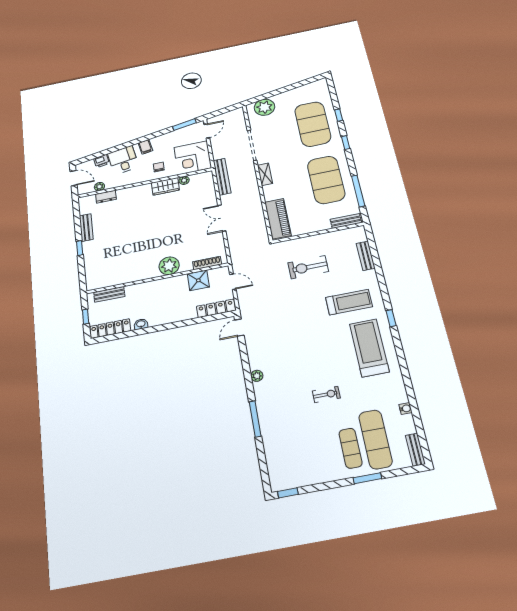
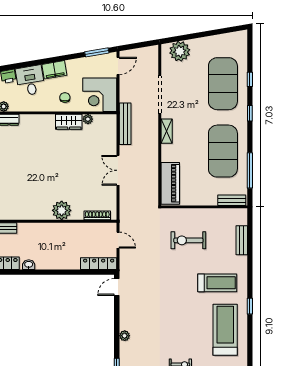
filing cabinet: (145, 147) -> (54, 70), width x2.00
shower: (198, 280) -> (87, 232), removed

